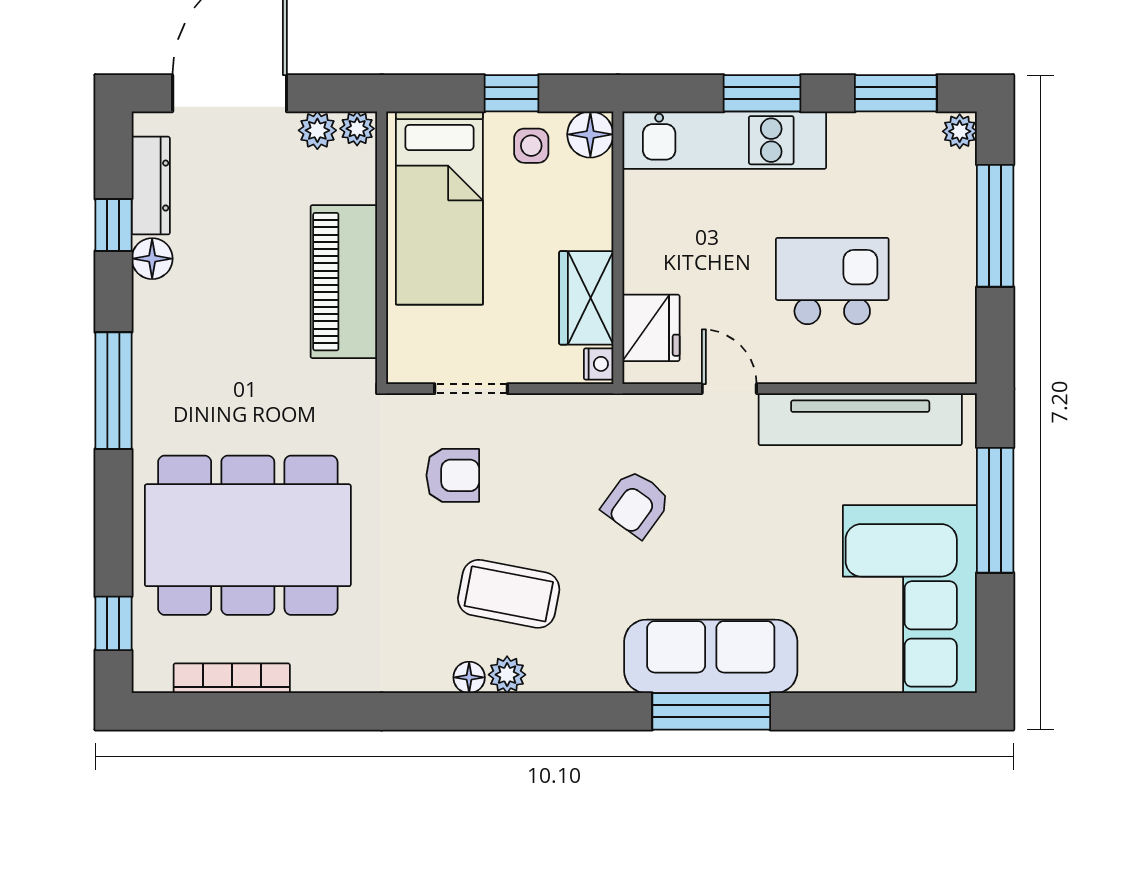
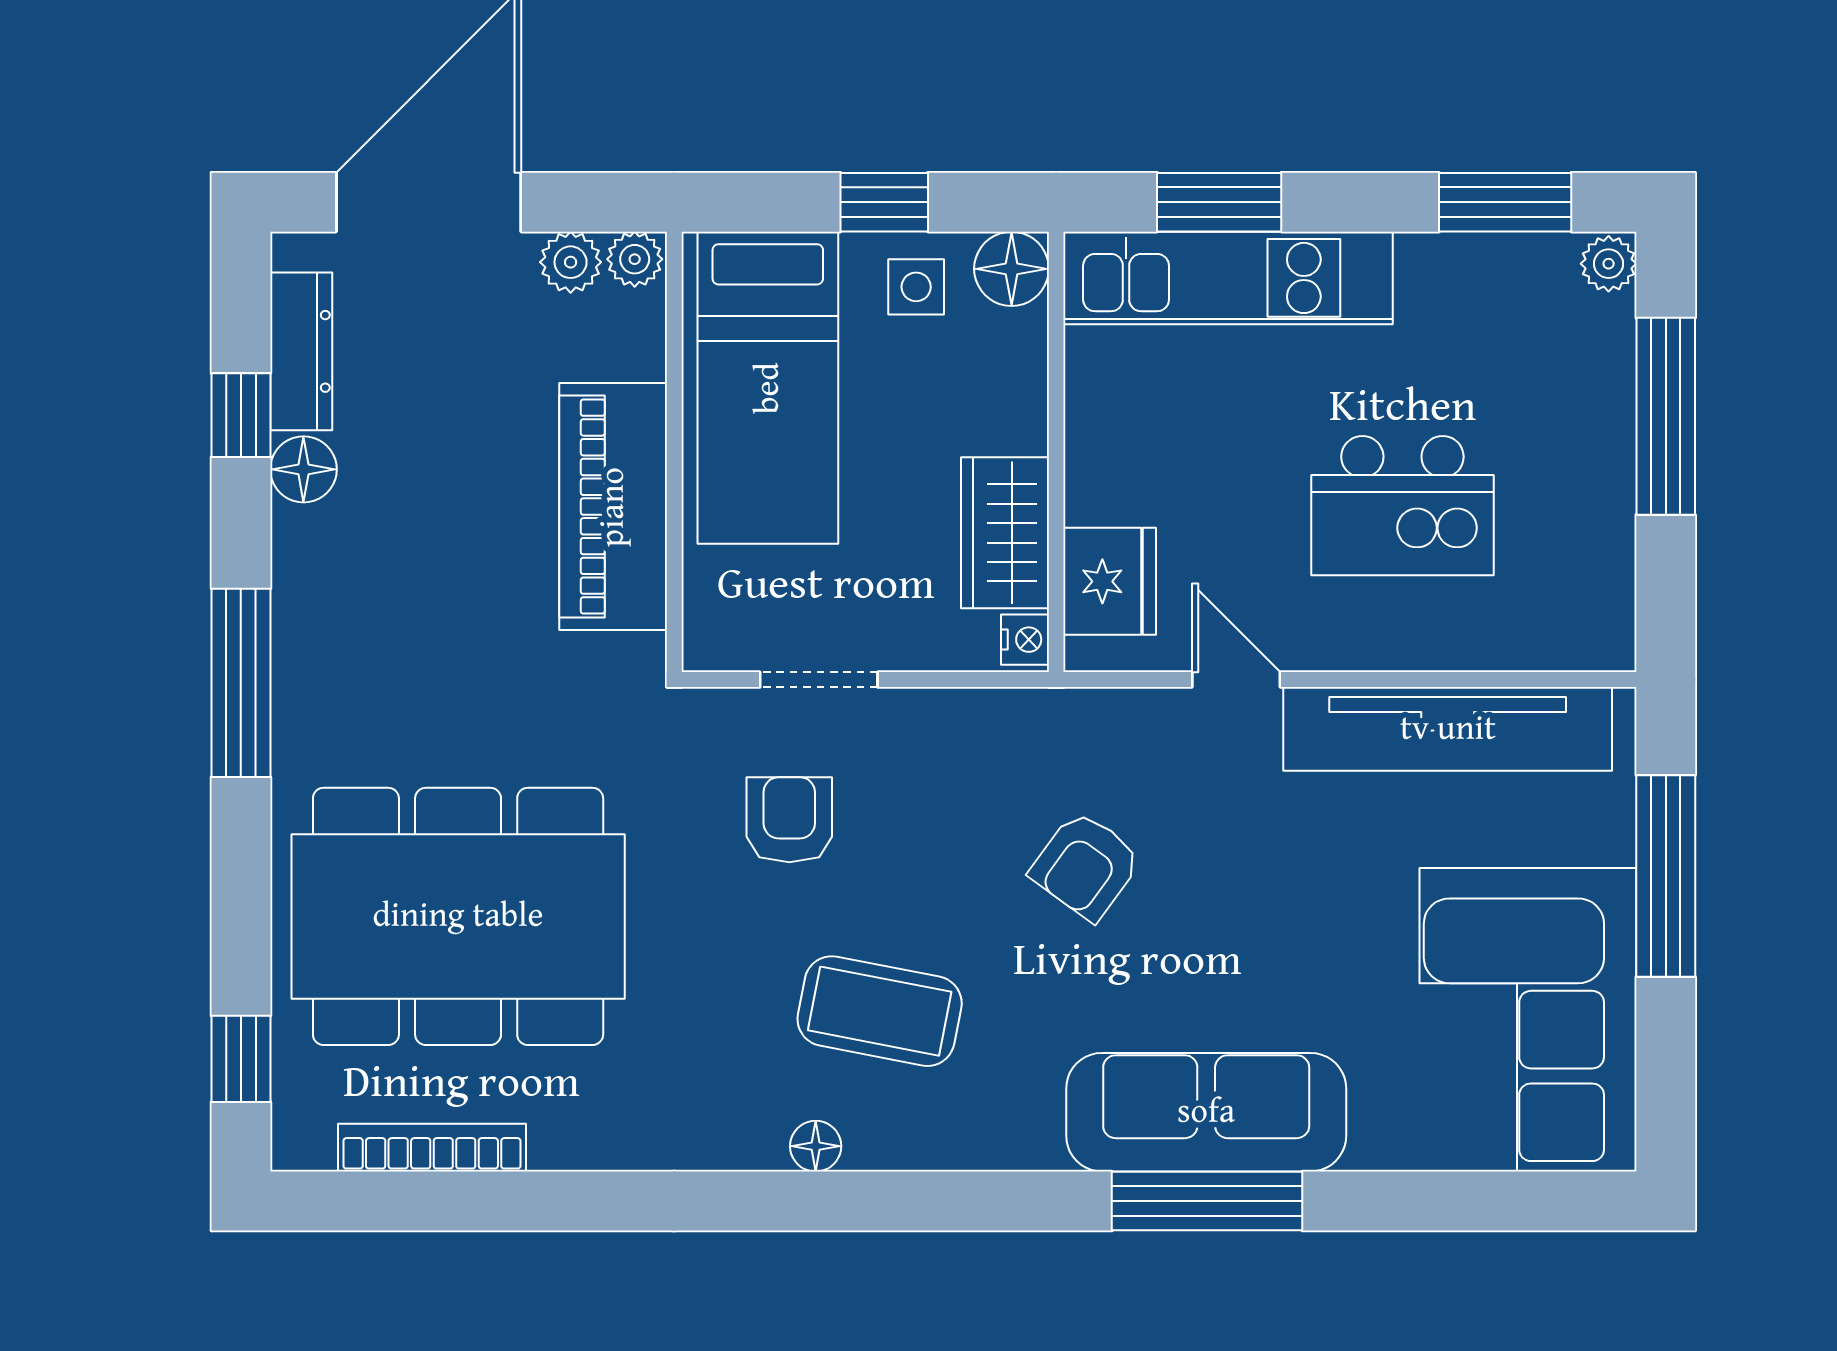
window: (762, 93) -> (1219, 202), moved
kitchen island: (832, 281) -> (1402, 506), turned 180
armchair: (453, 475) -> (789, 820), turned -90
plant: (507, 675) -> (877, 1142), removed

